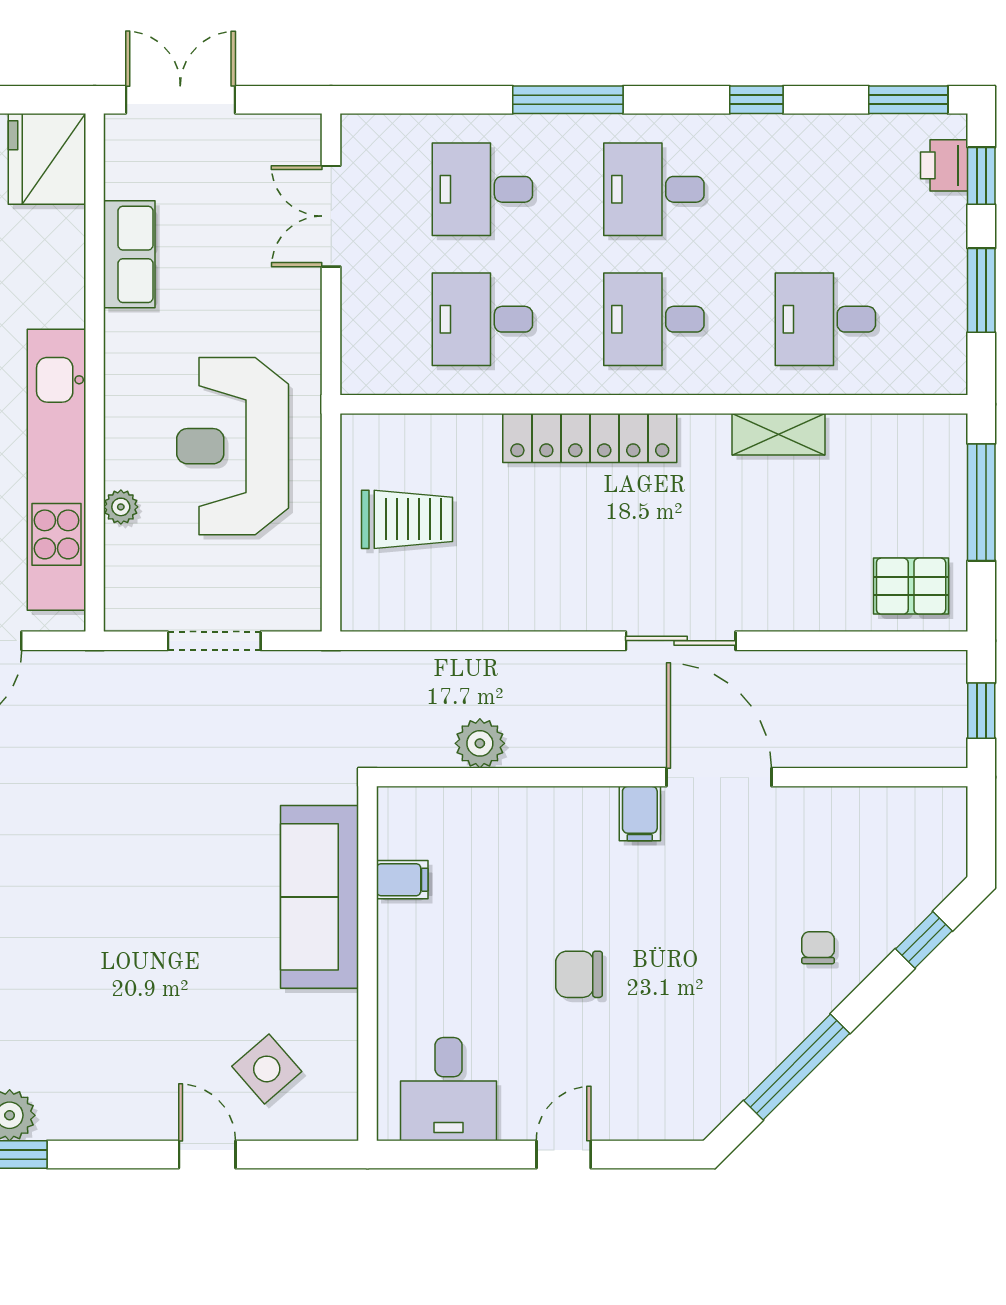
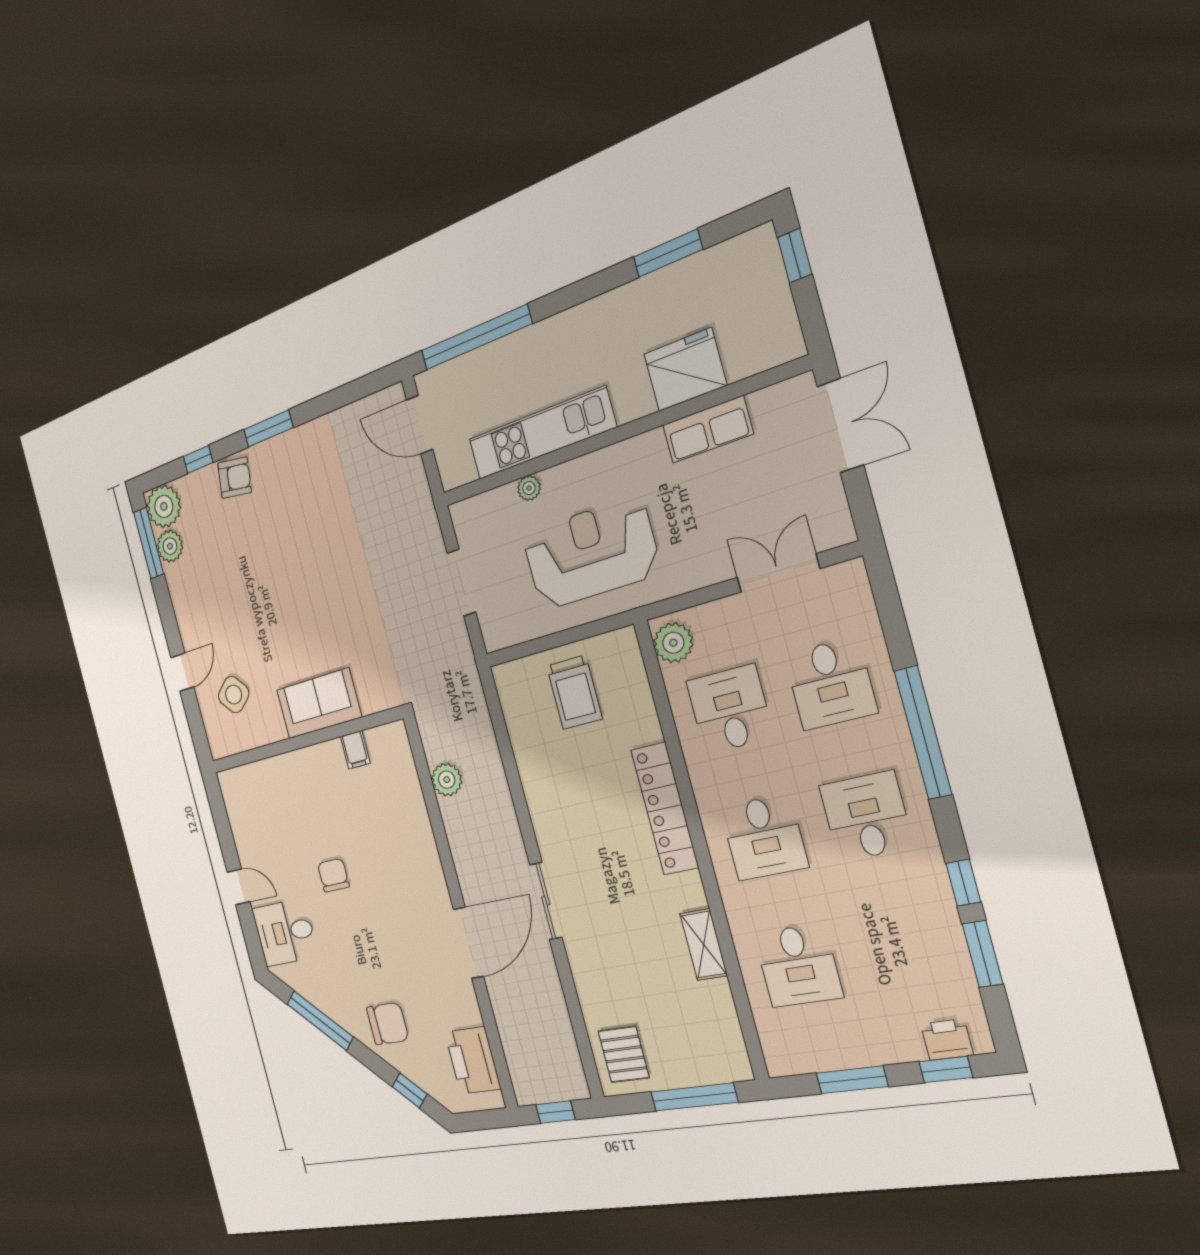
window: (568, 100) -> (923, 733), width x1.46
window: (908, 100) -> (982, 954), moved
fridge: (47, 159) -> (685, 370), moved
desk: (482, 189) -> (831, 684), turned 180
desk: (654, 319) -> (764, 837), turned 180
desk: (825, 319) -> (798, 965), turned 180
plant: (379, 369) -> (673, 643), added
kitchen unit: (56, 470) -> (541, 433), width x0.73
filing cabinet: (640, 814) -> (433, 895), removed
printer: (891, 821) -> (473, 1060), added
sofa: (319, 897) -> (319, 704), width x0.73
chair: (818, 948) -> (388, 1024), width x1.87, depth x1.87
desk: (449, 1089) -> (285, 932), moved

